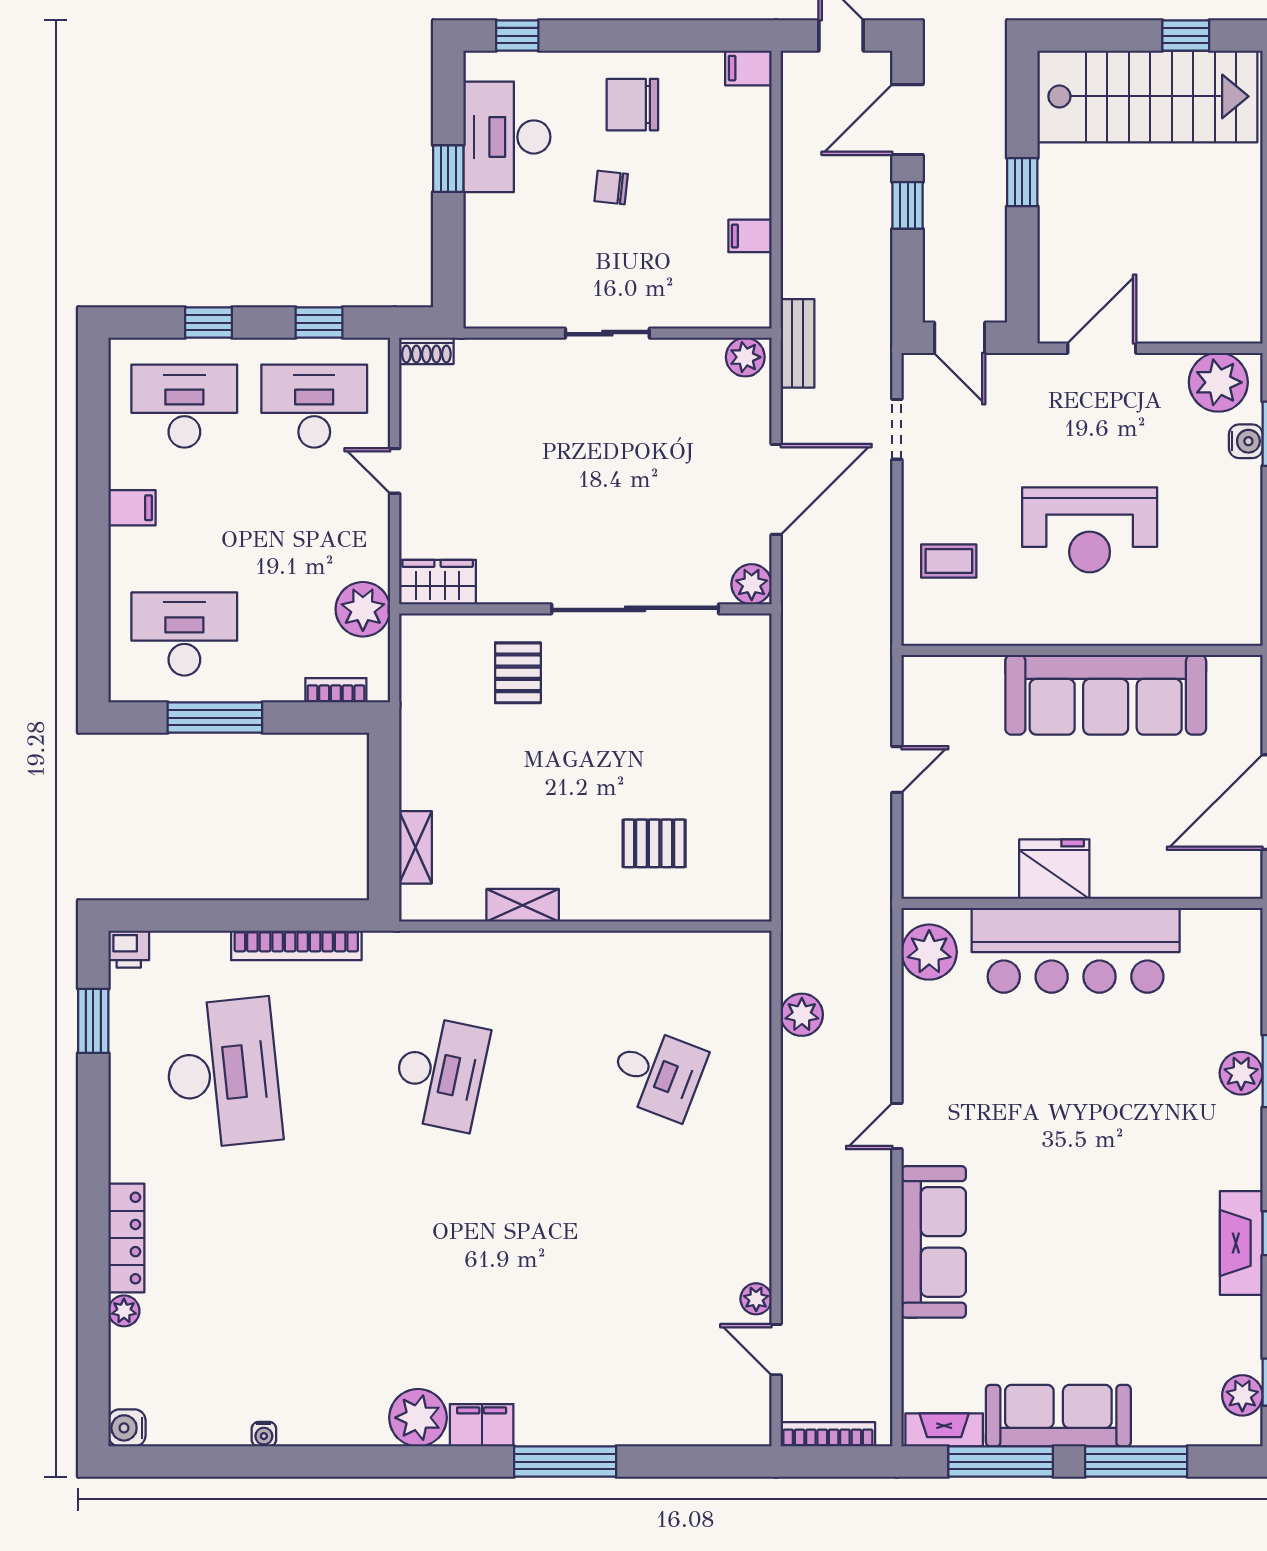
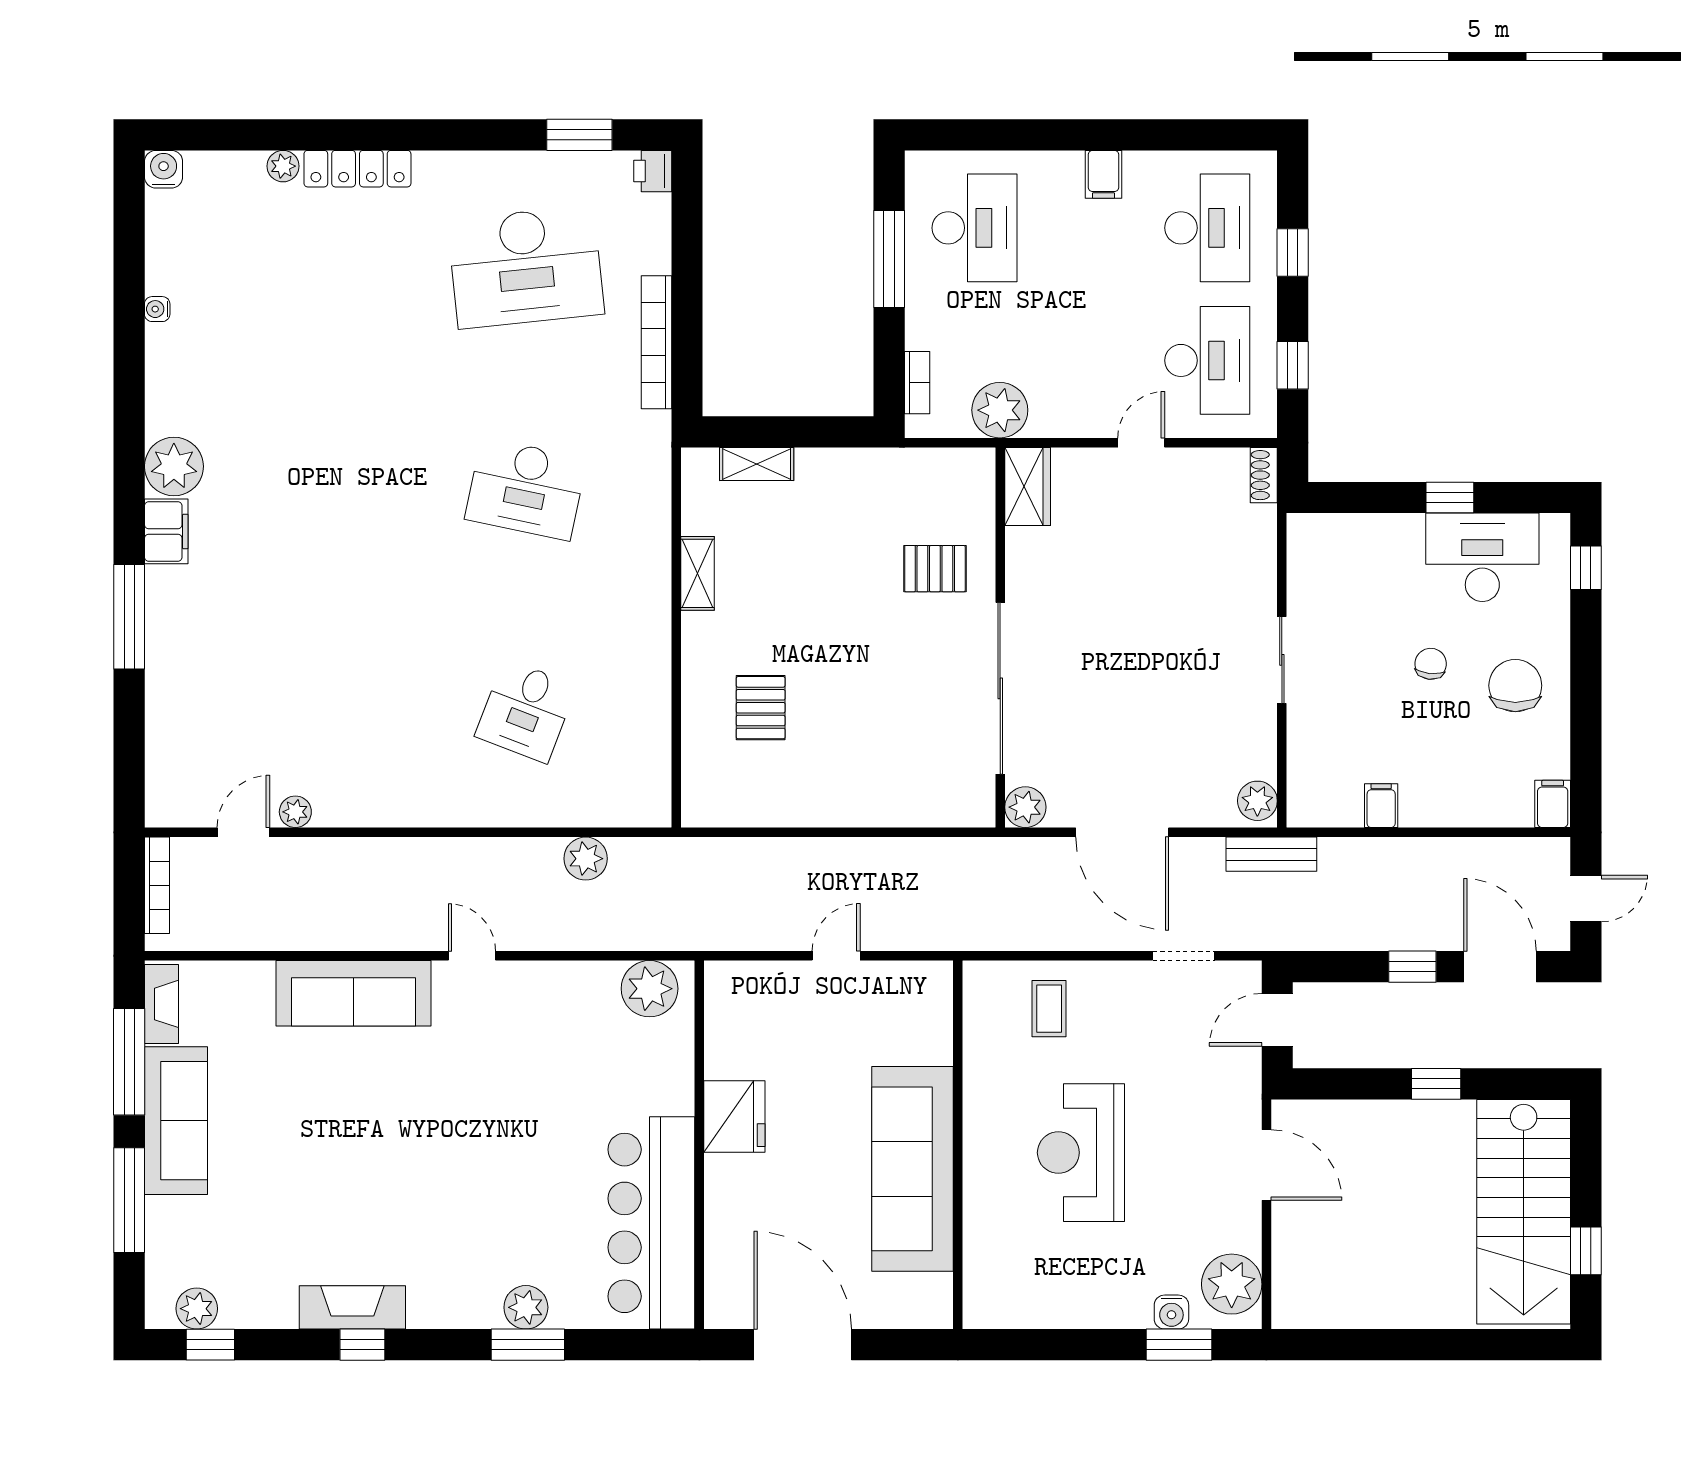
door: (897, 769) -> (836, 956), swing flipped
bar counter: (1076, 950) -> (651, 1223), moved

